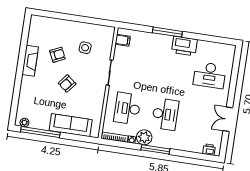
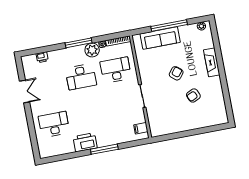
side table: (85, 48) -> (171, 110), removed
fireplace: (30, 61) -> (212, 62), moved
desk: (127, 108) -> (116, 70), turned -90
desk: (165, 114) -> (81, 77), turned -90
window: (40, 132) -> (169, 26), moved
printer: (209, 150) -> (42, 57), moved

